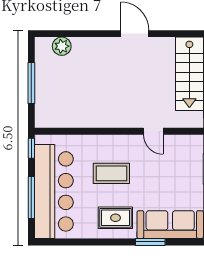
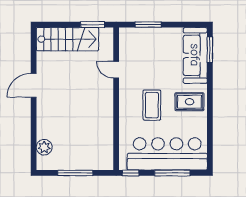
door: (153, 131) -> (116, 70), swing flipped
rug: (115, 218) -> (189, 102), turned 90
window: (150, 242) -> (210, 50), moved

